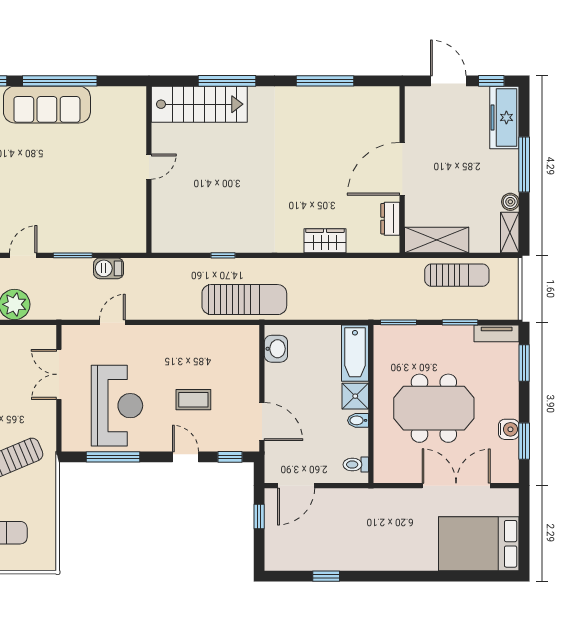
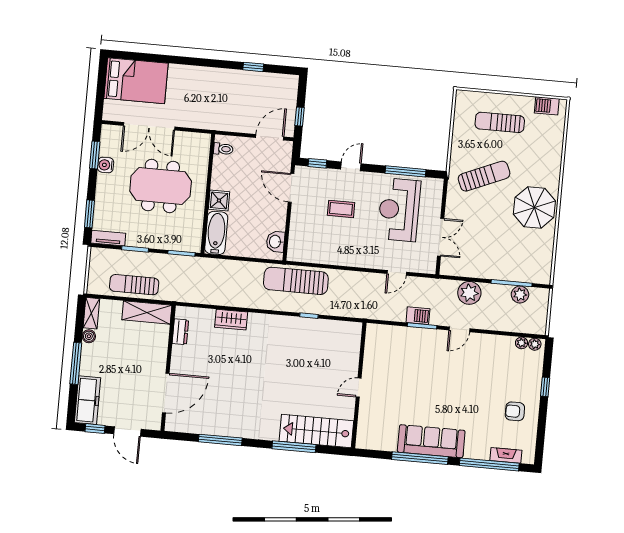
door: (402, 169) -> (166, 393), moved
barbecue: (109, 268) -> (418, 316), moved
bidet: (358, 420) -> (219, 182), removed
door: (186, 457) -> (351, 166), swing flipped

